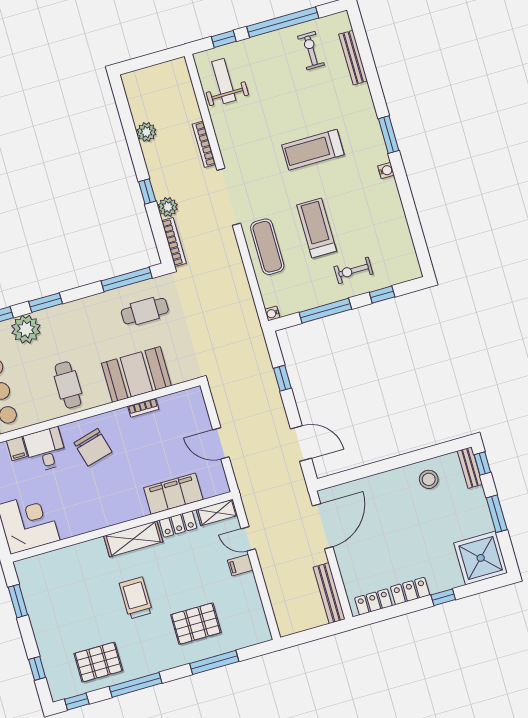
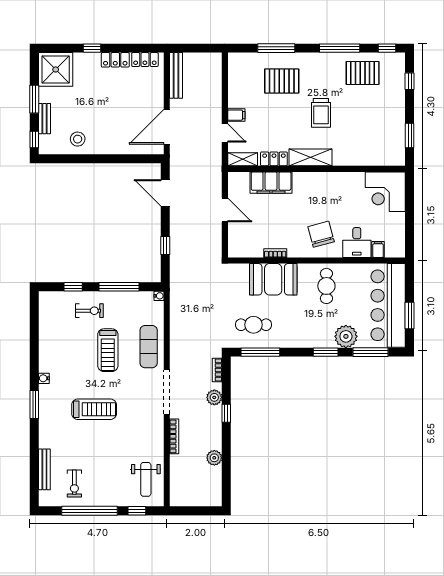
bookcase: (174, 242) -> (217, 370), width x0.64
bench: (470, 468) -> (45, 119), moved

